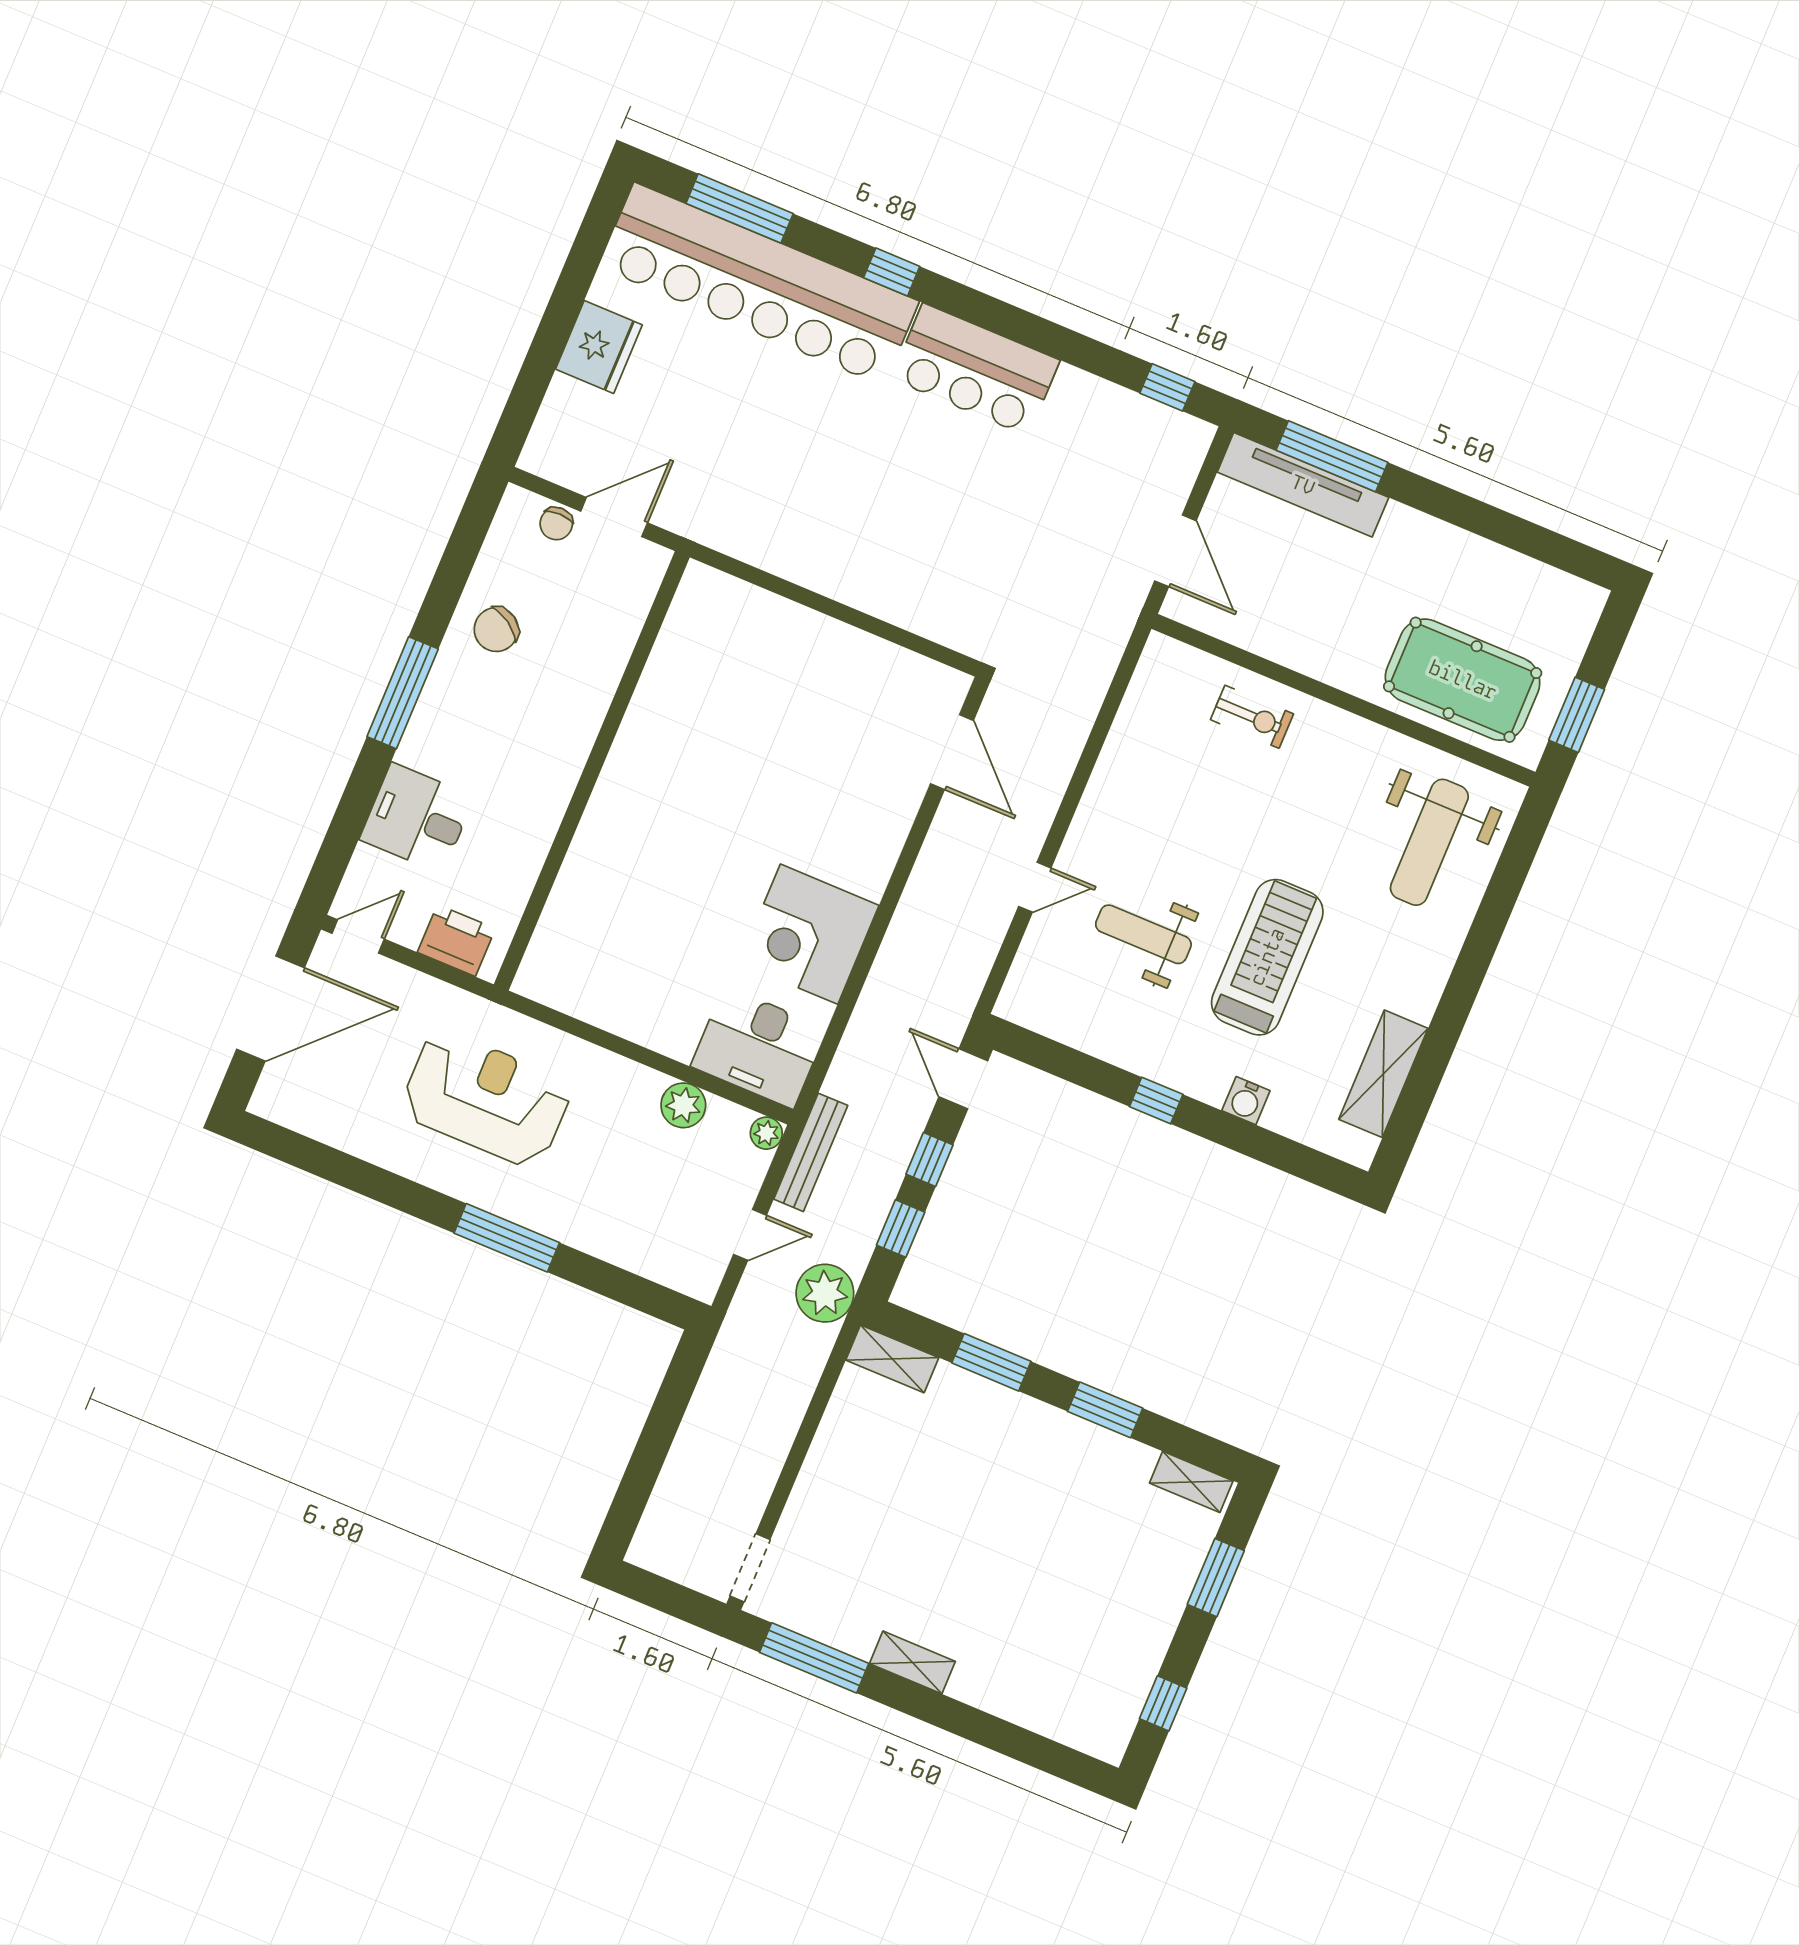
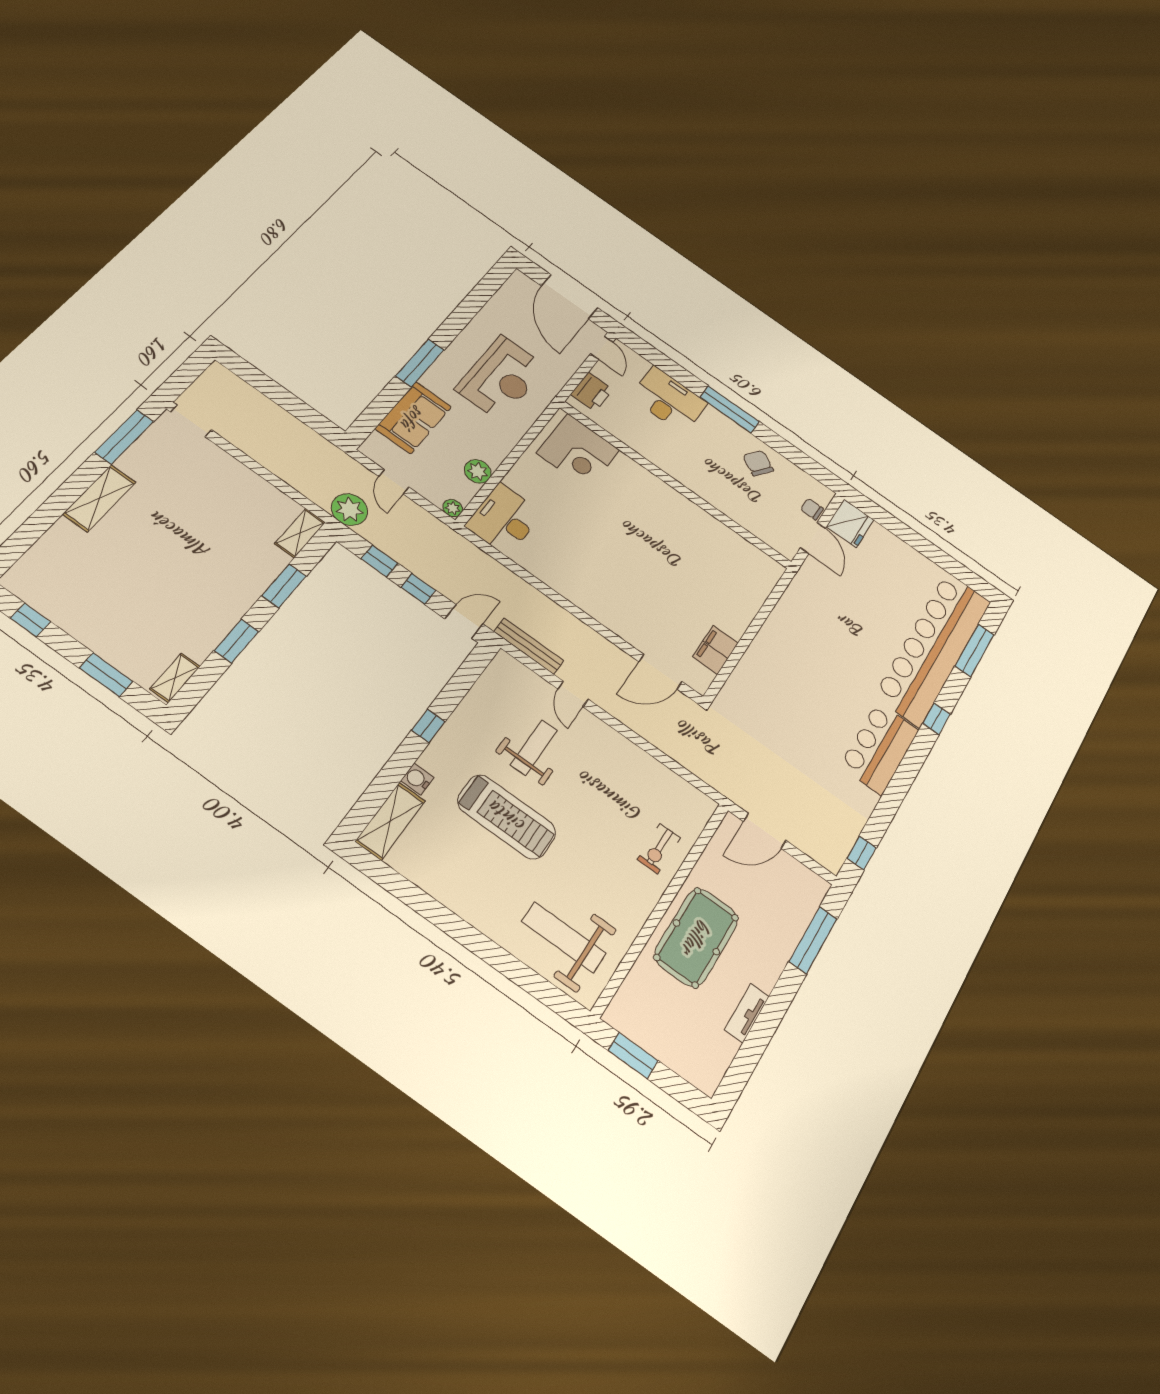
fridge: (599, 347) -> (850, 523), moved, turned -90
tv unit: (1303, 485) -> (747, 1013), moved, width x0.52, depth x0.78
filing cabinet: (884, 666) -> (715, 650), added
pool table: (1463, 680) -> (696, 937), moved
desk: (417, 818) -> (669, 400), width x1.37
corner desk: (809, 934) -> (578, 451), moved, turned 180
shelving: (1383, 1074) -> (390, 821), moved, turned 90
bench: (811, 1152) -> (529, 646), moved
sofa: (618, 1228) -> (413, 418), added
shelving: (912, 1662) -> (99, 498), width x1.50, depth x1.33

